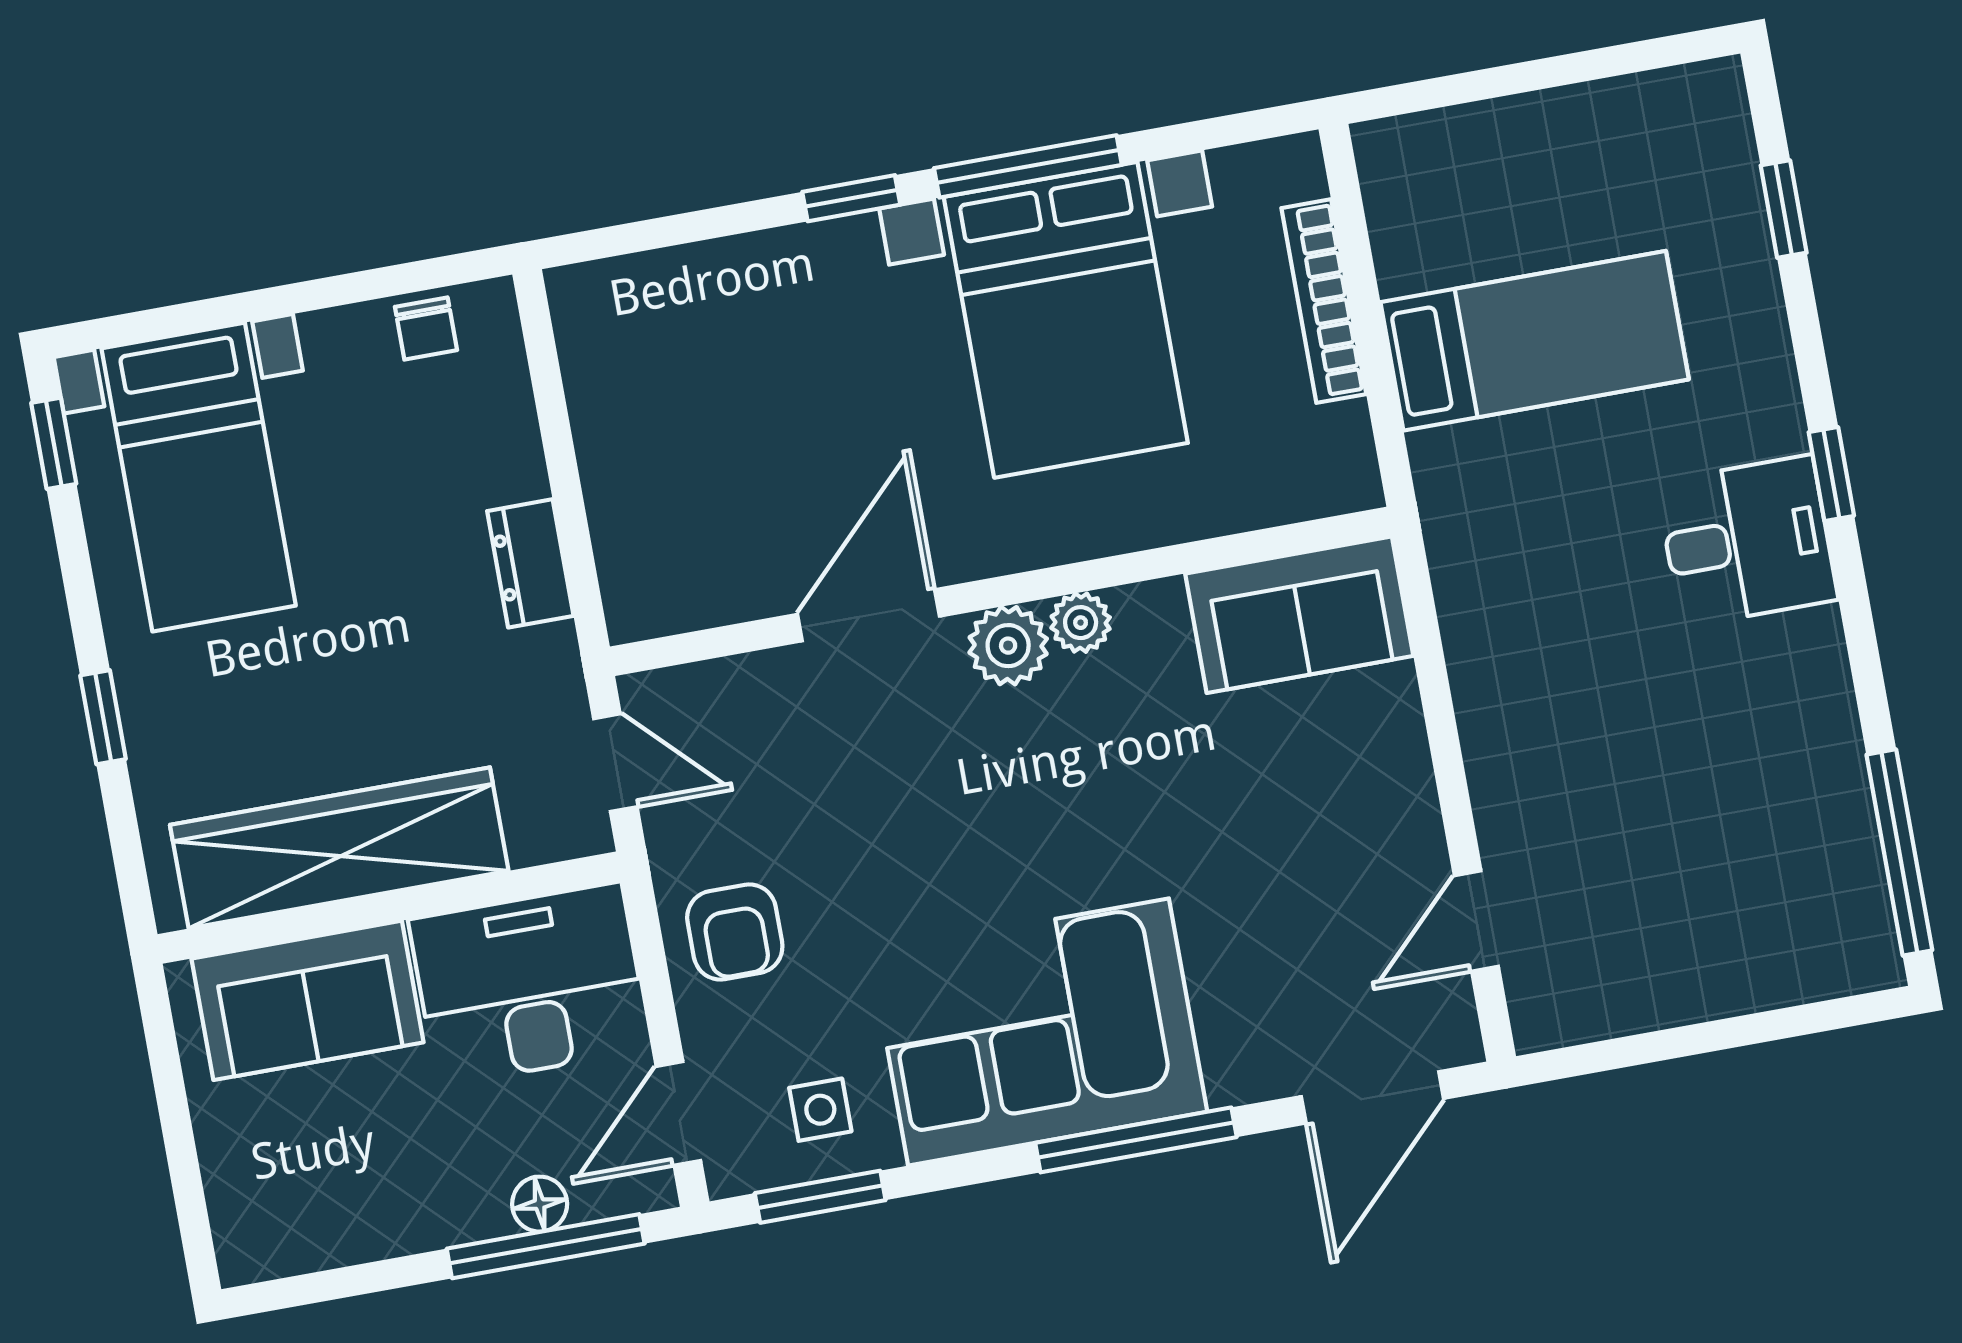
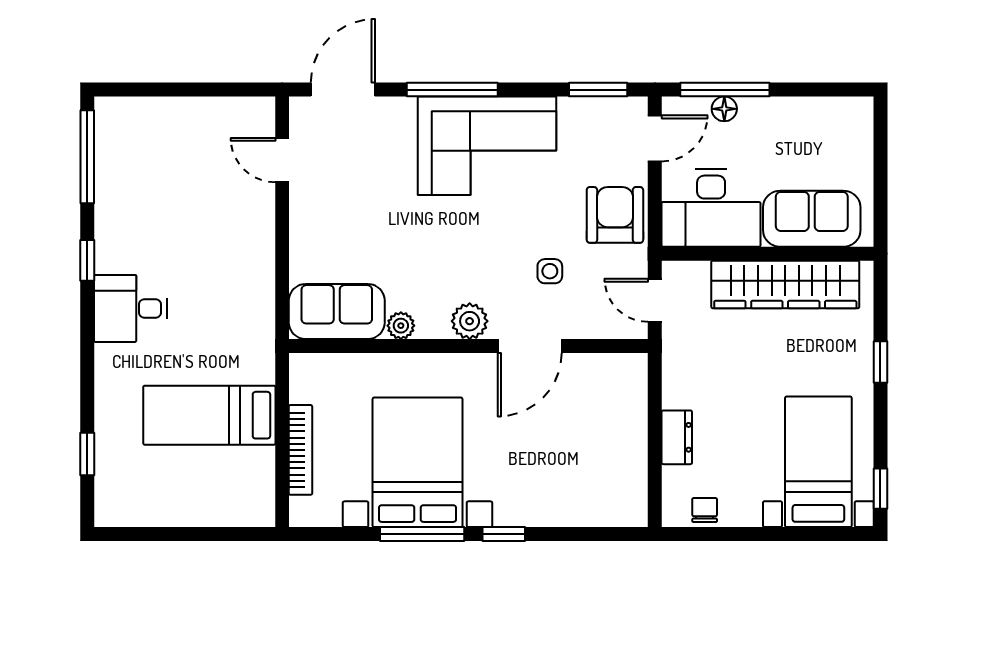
window: (1831, 474) -> (87, 260), moved
dresser: (530, 563) -> (677, 437), moved
plant: (1081, 623) -> (401, 326), moved
door: (1476, 921) -> (282, 160), swing flipped
armchair: (735, 932) -> (615, 215), width x1.38, depth x1.38
side table: (820, 1110) -> (550, 271), moved

